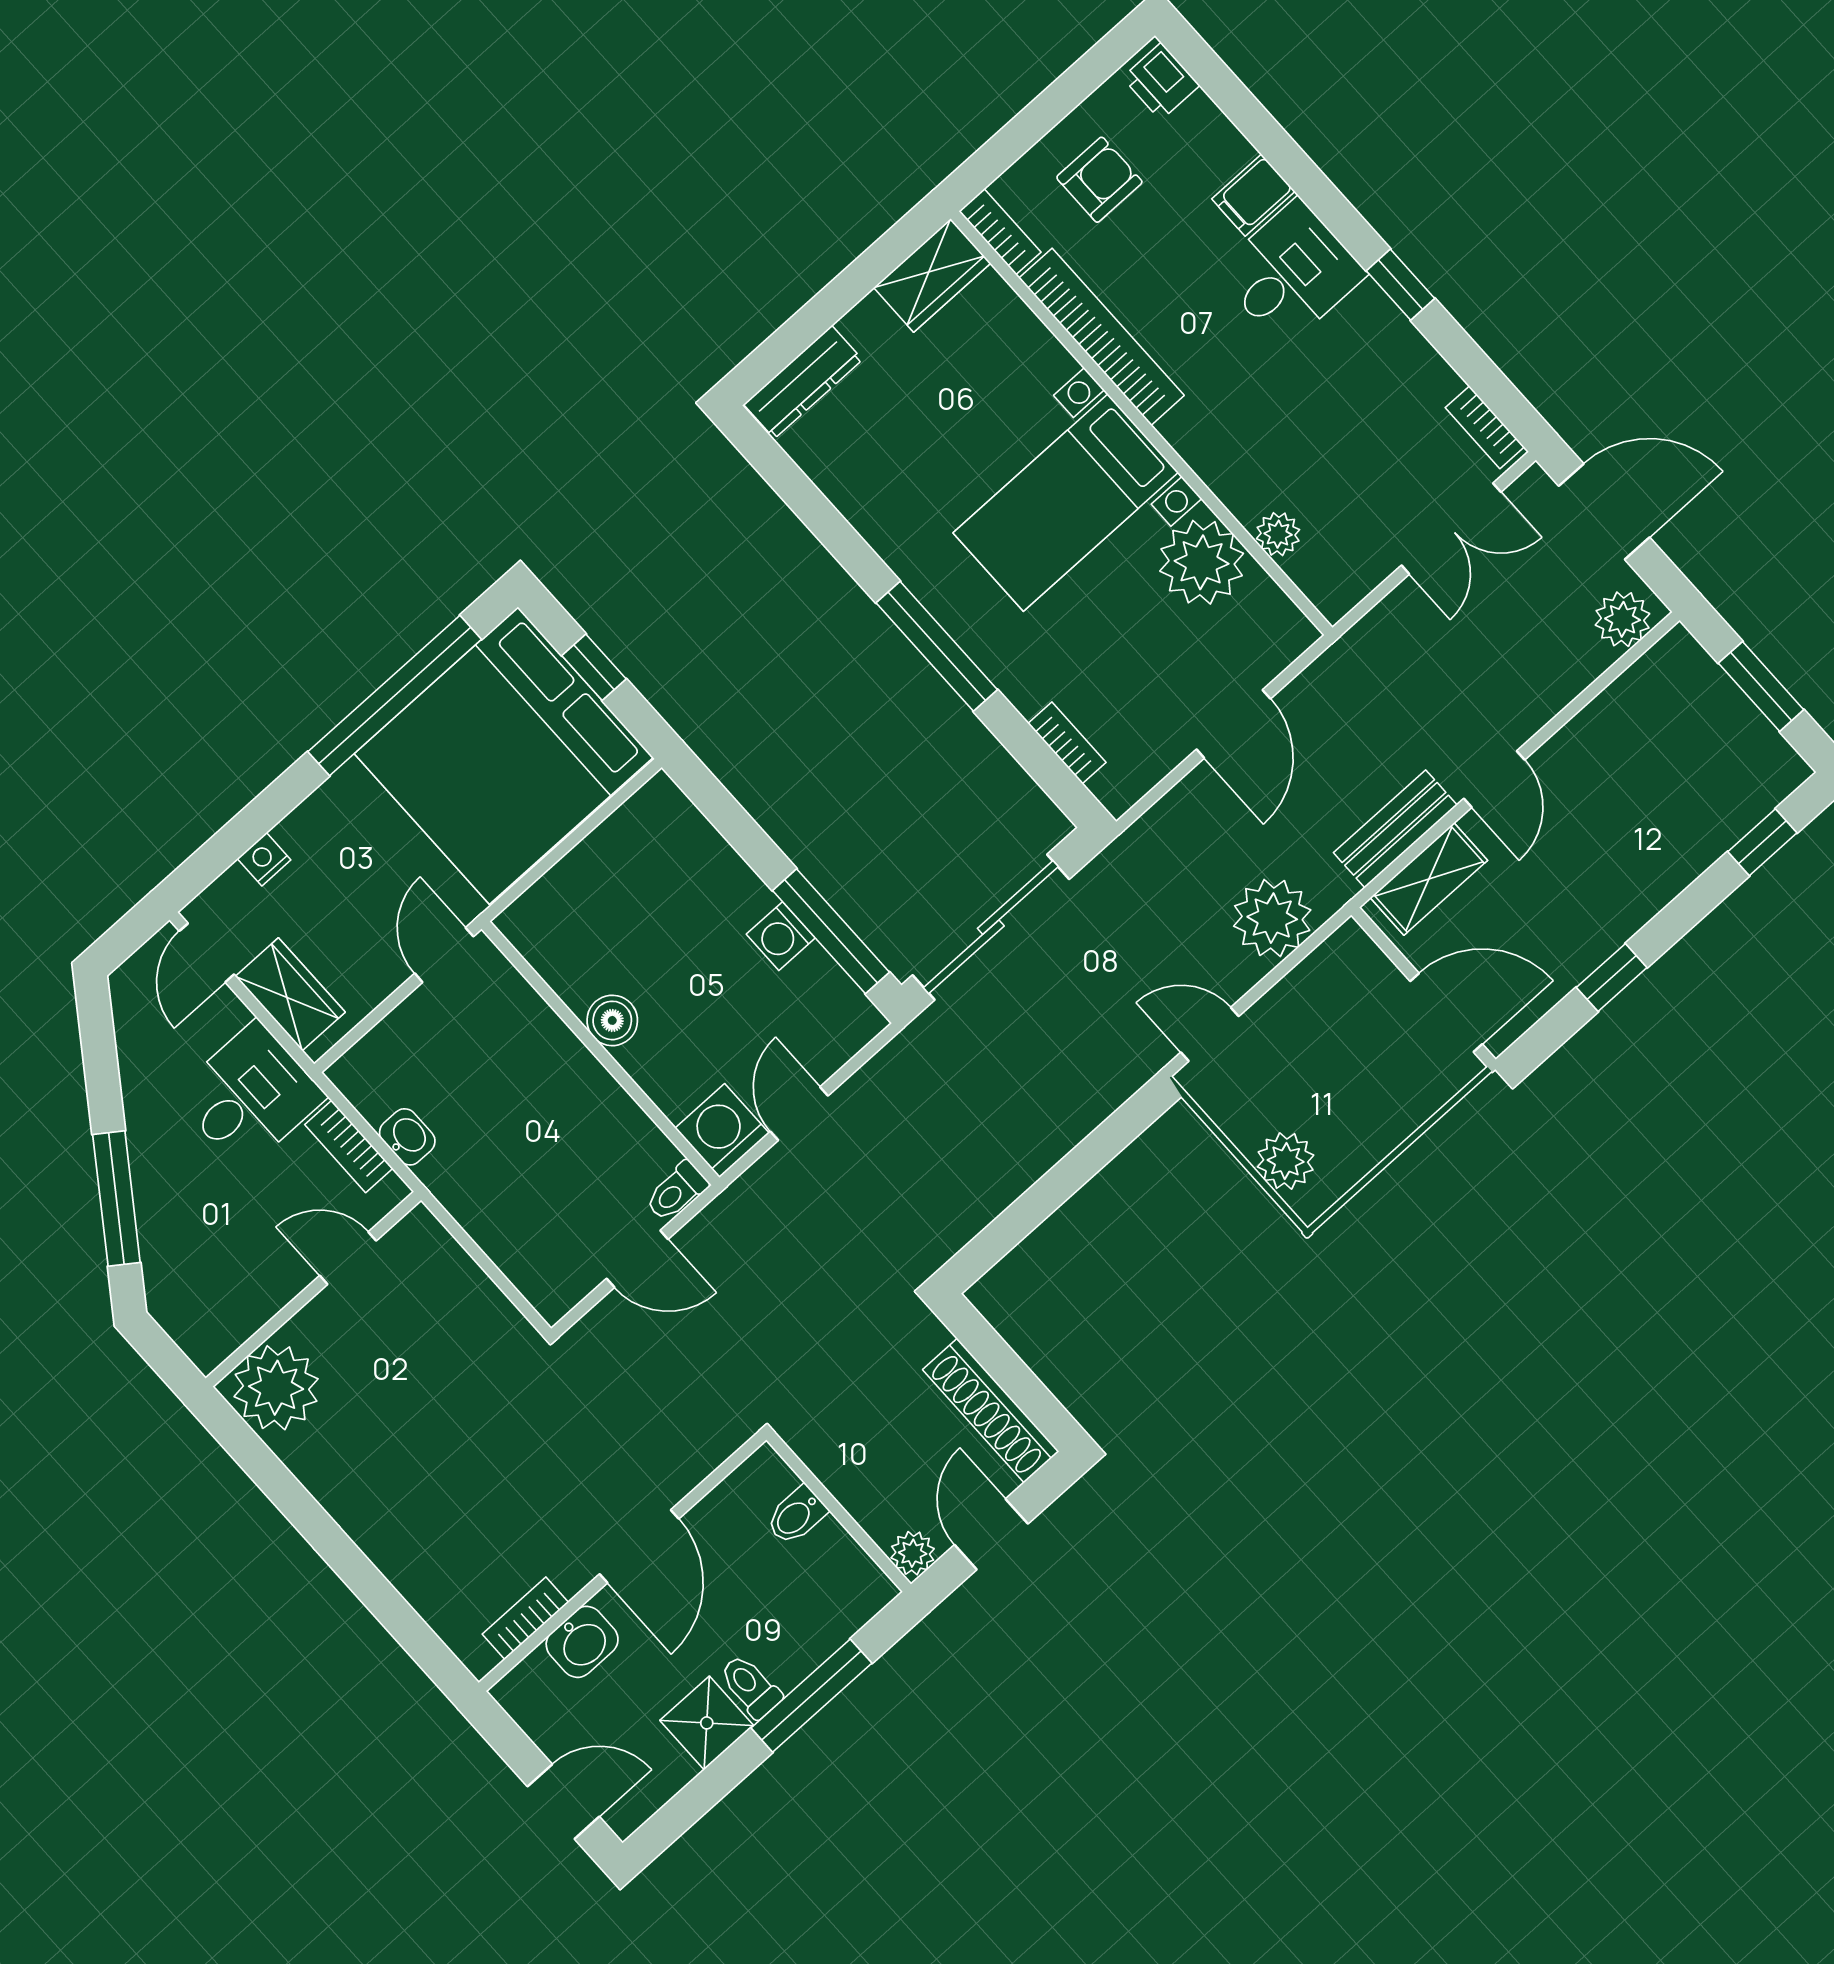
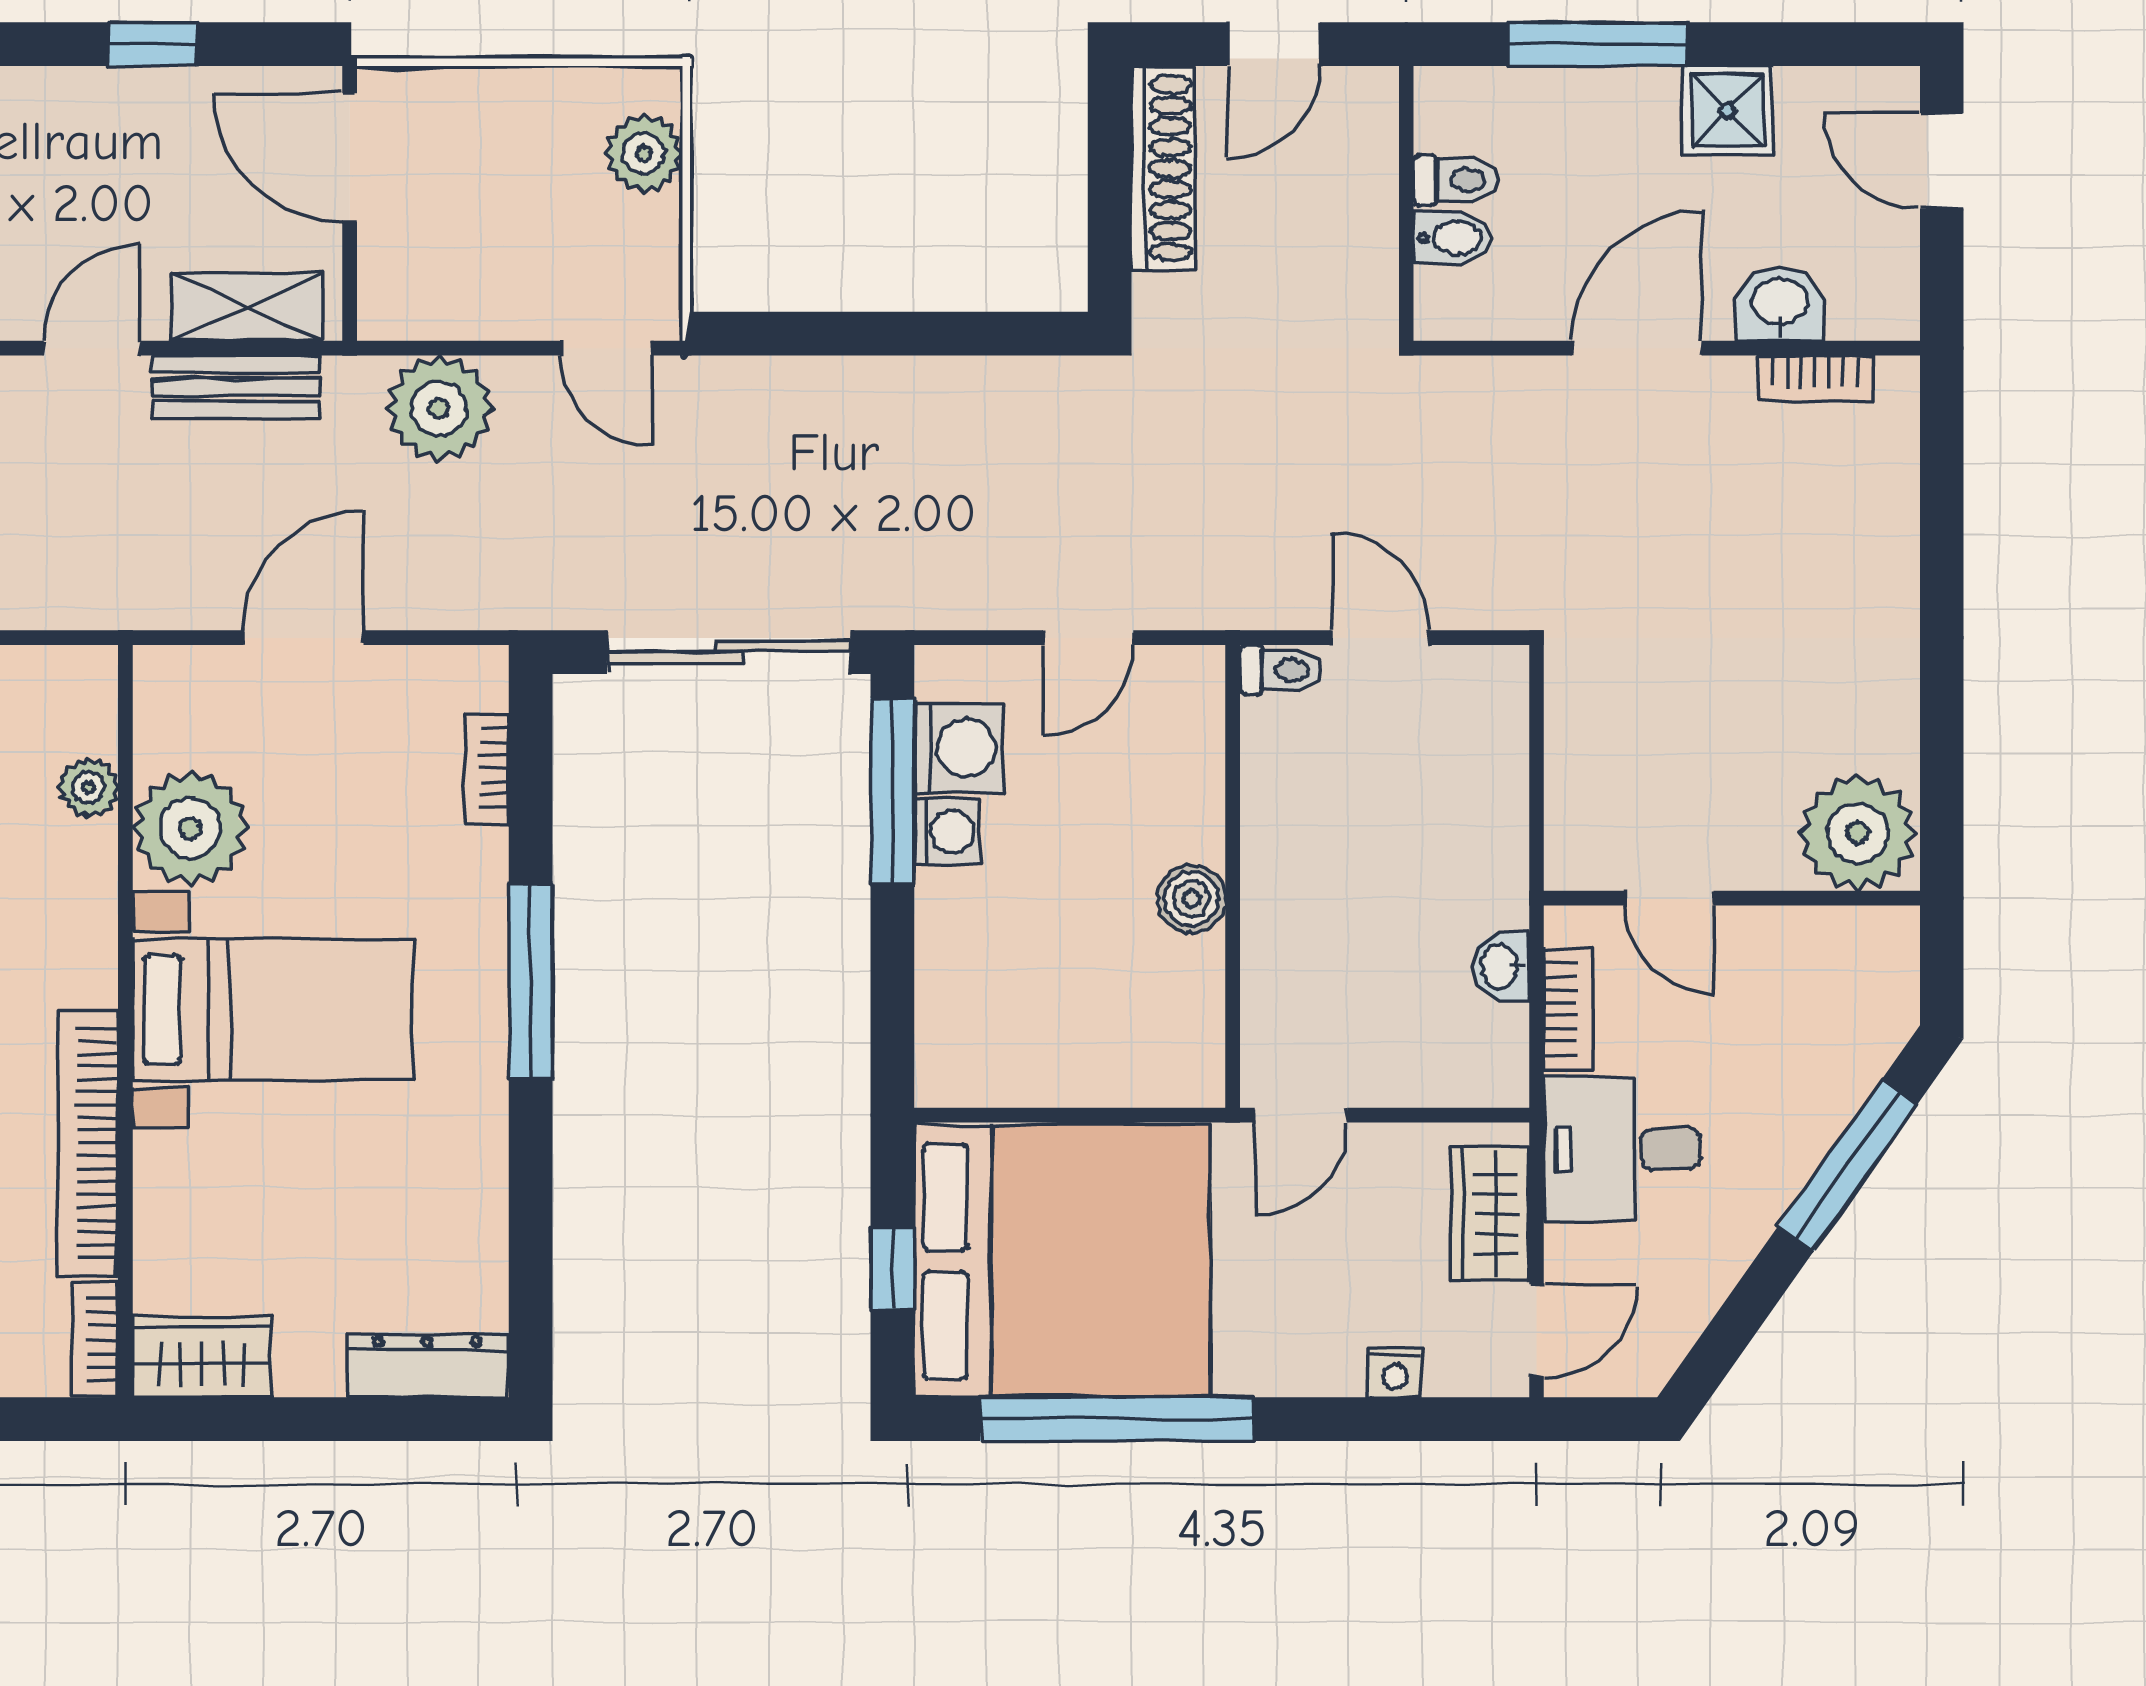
washing machine: (722, 1131) -> (959, 748), moved, turned -90
plant: (913, 1553) -> (1369, 96), removed
toilet: (750, 1686) -> (1456, 180), moved, turned -90

